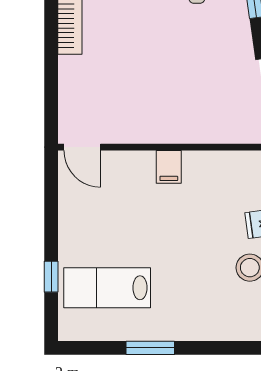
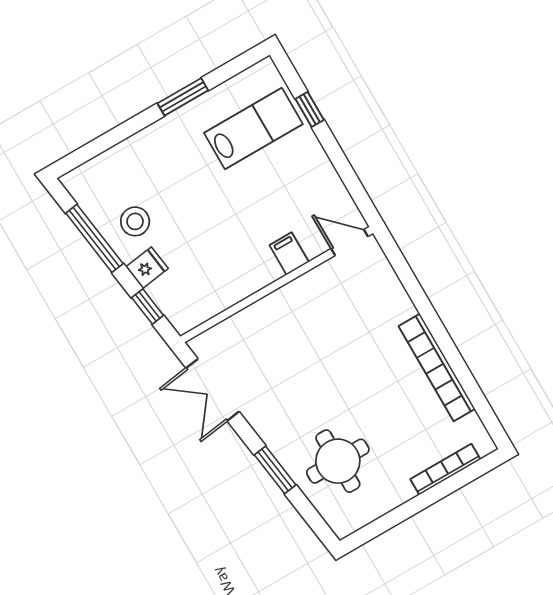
filing cabinet: (169, 167) -> (289, 254), moved

